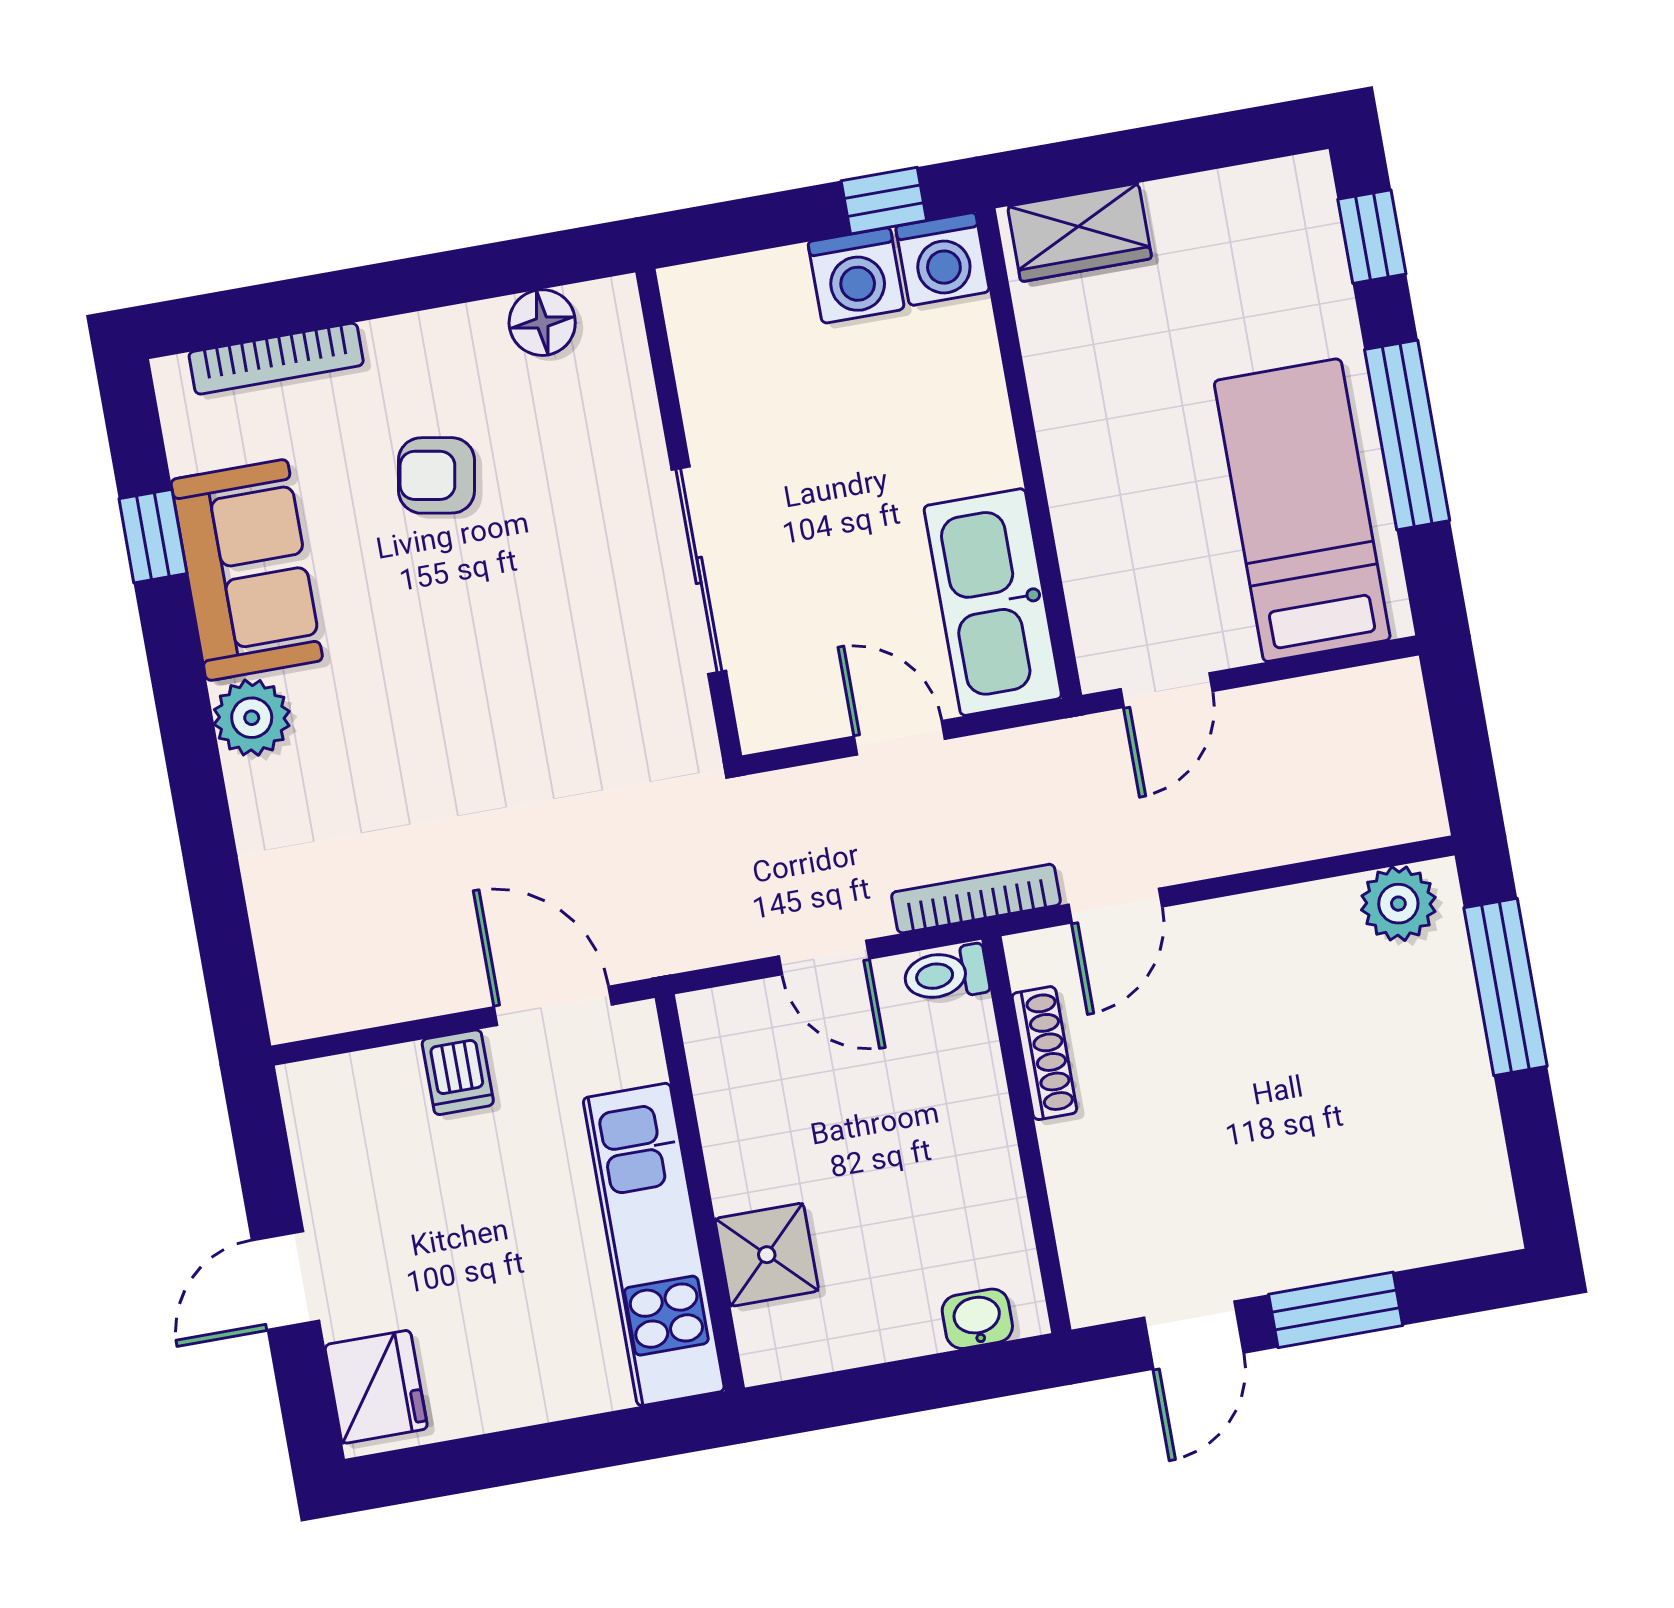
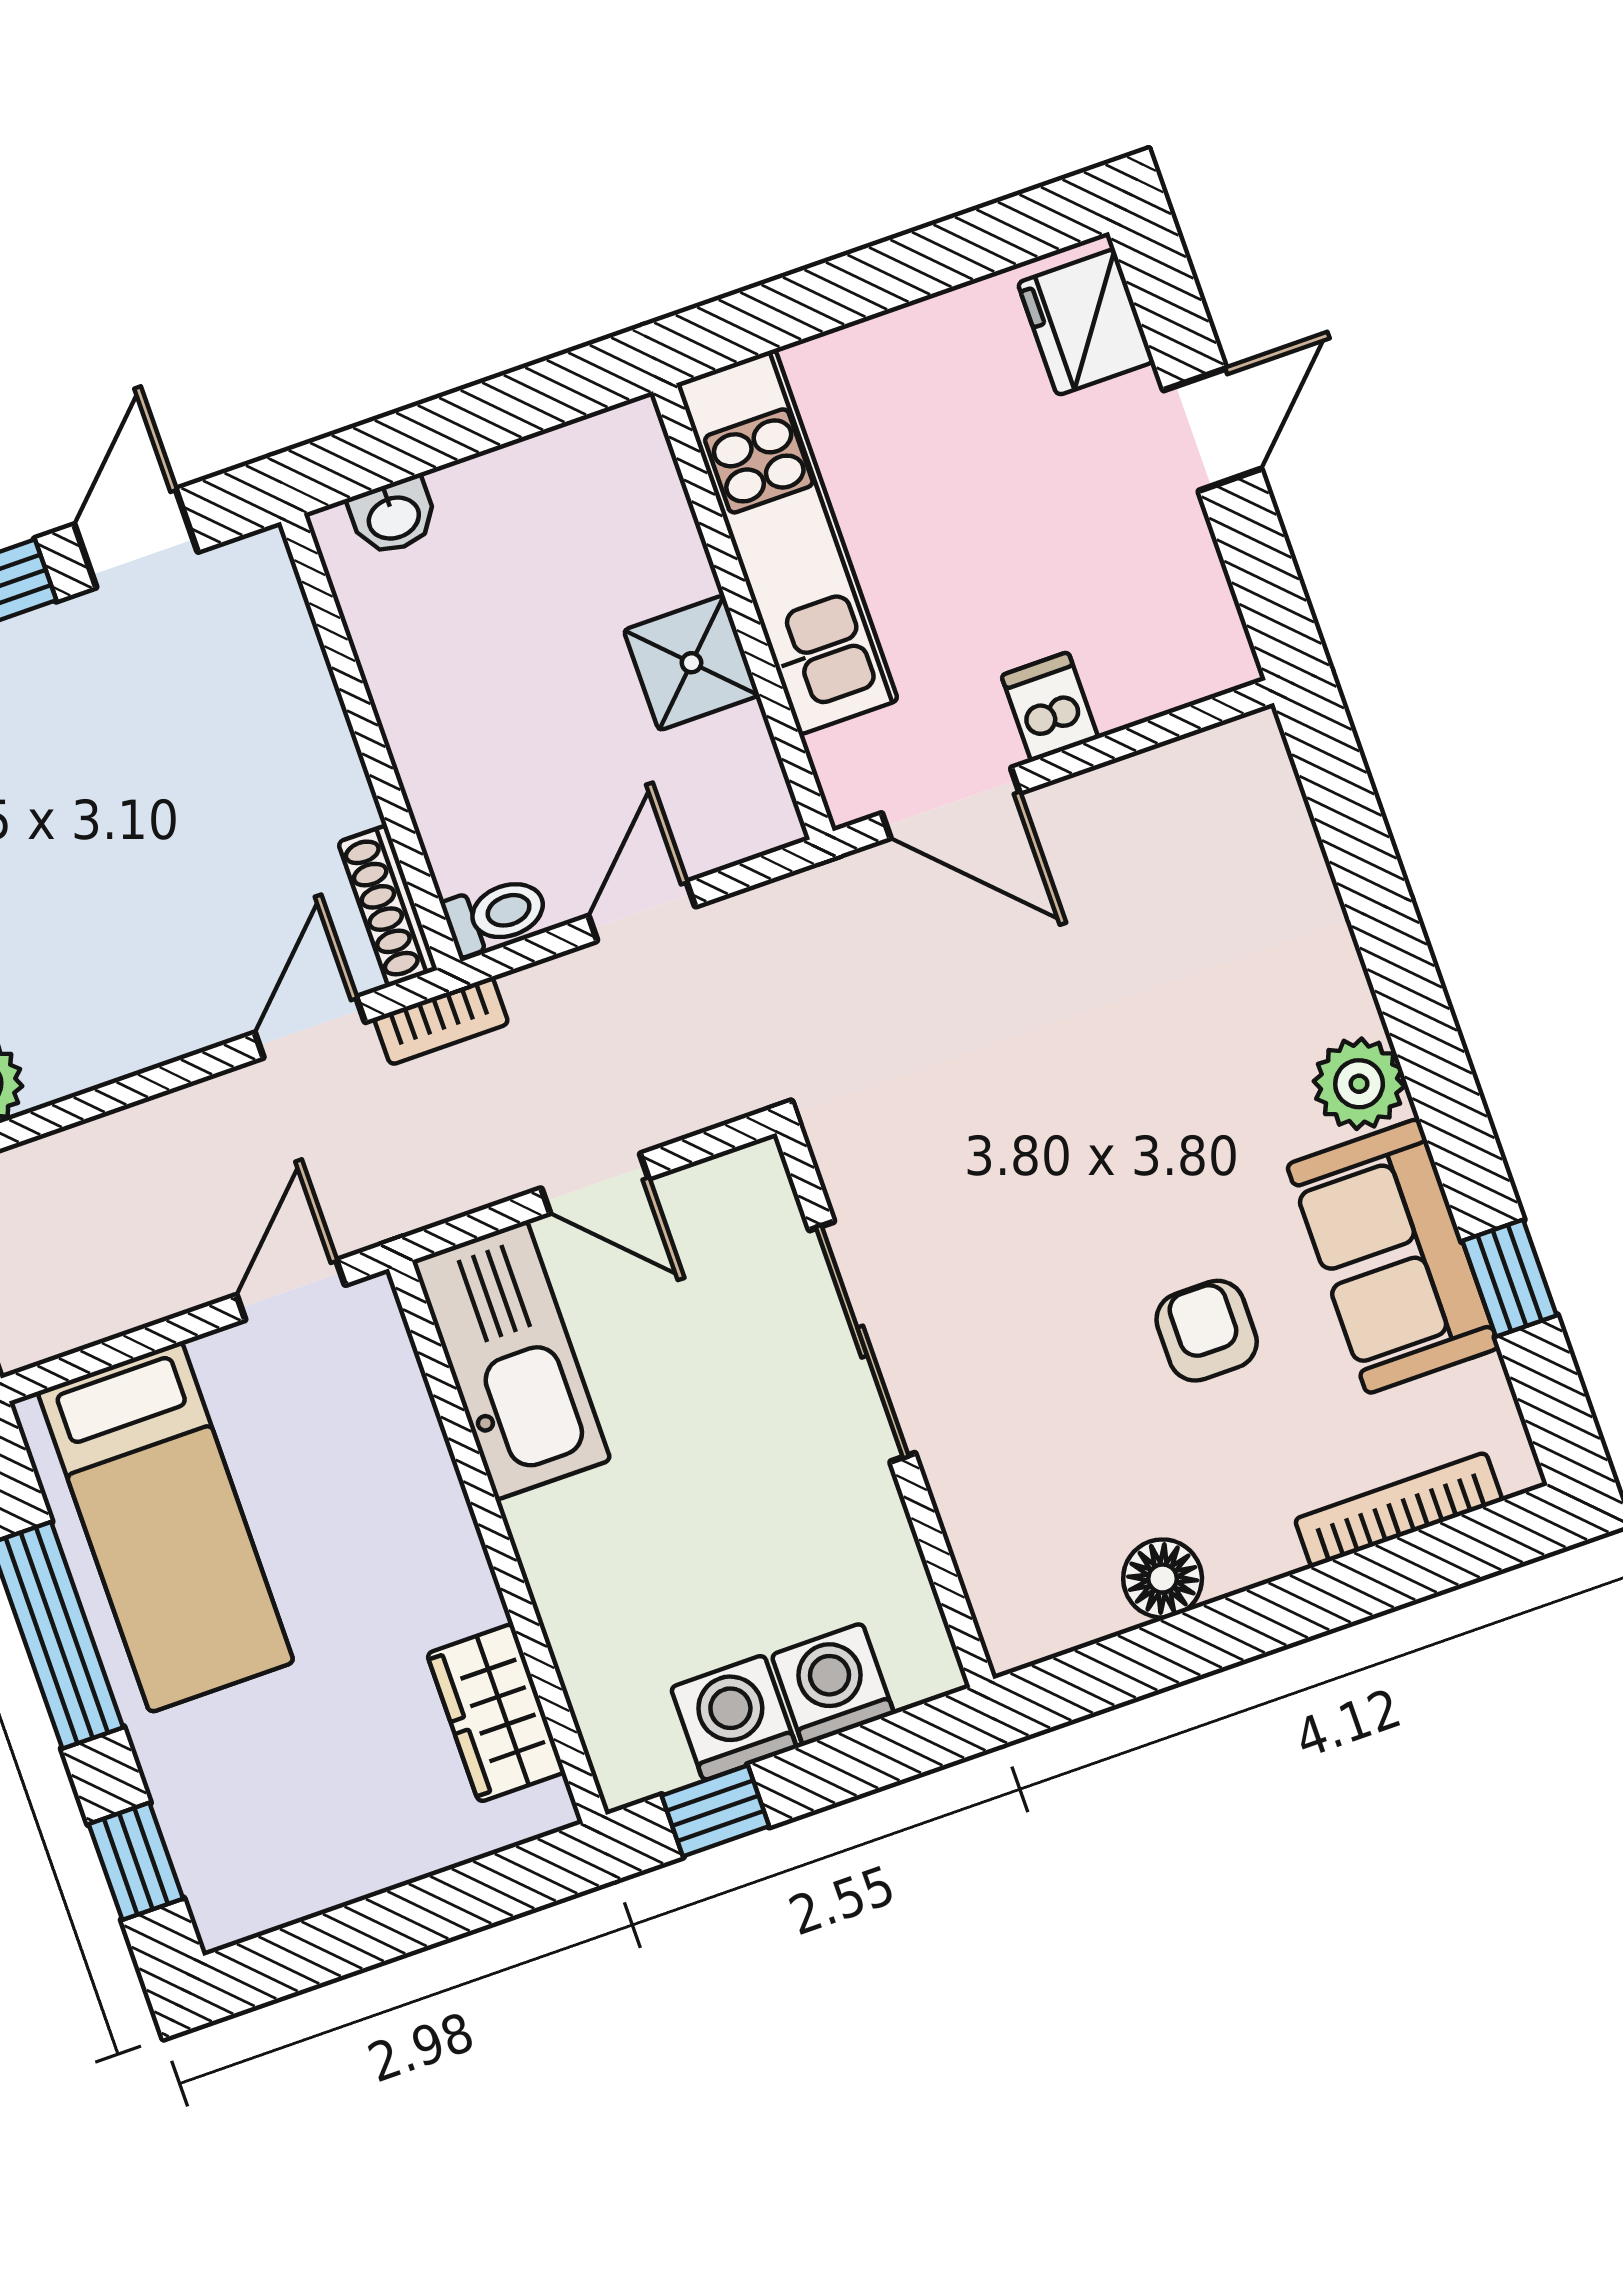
wardrobe: (1080, 232) -> (496, 1713), moved, turned -90
washing machine: (943, 259) -> (833, 1684), moved
floor lamp: (542, 323) -> (1163, 1579), moved
armchair: (437, 475) -> (1207, 1331), moved, turned -100
bookcase: (976, 899) -> (441, 1021), width x0.64
door: (824, 957) -> (642, 911), hinge flipped
shoe rack: (1044, 1053) -> (388, 906), moved
shower: (767, 1255) -> (691, 663), moved

